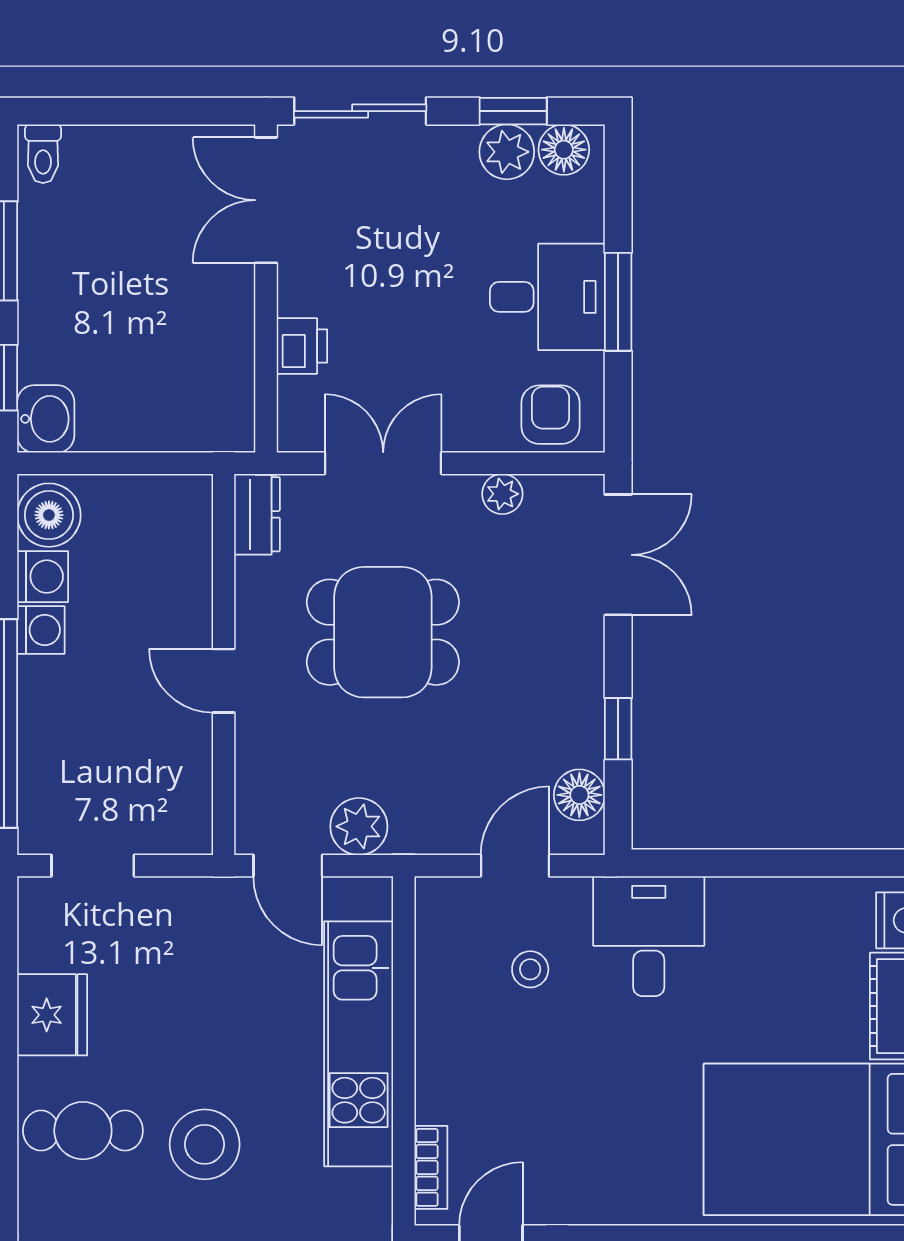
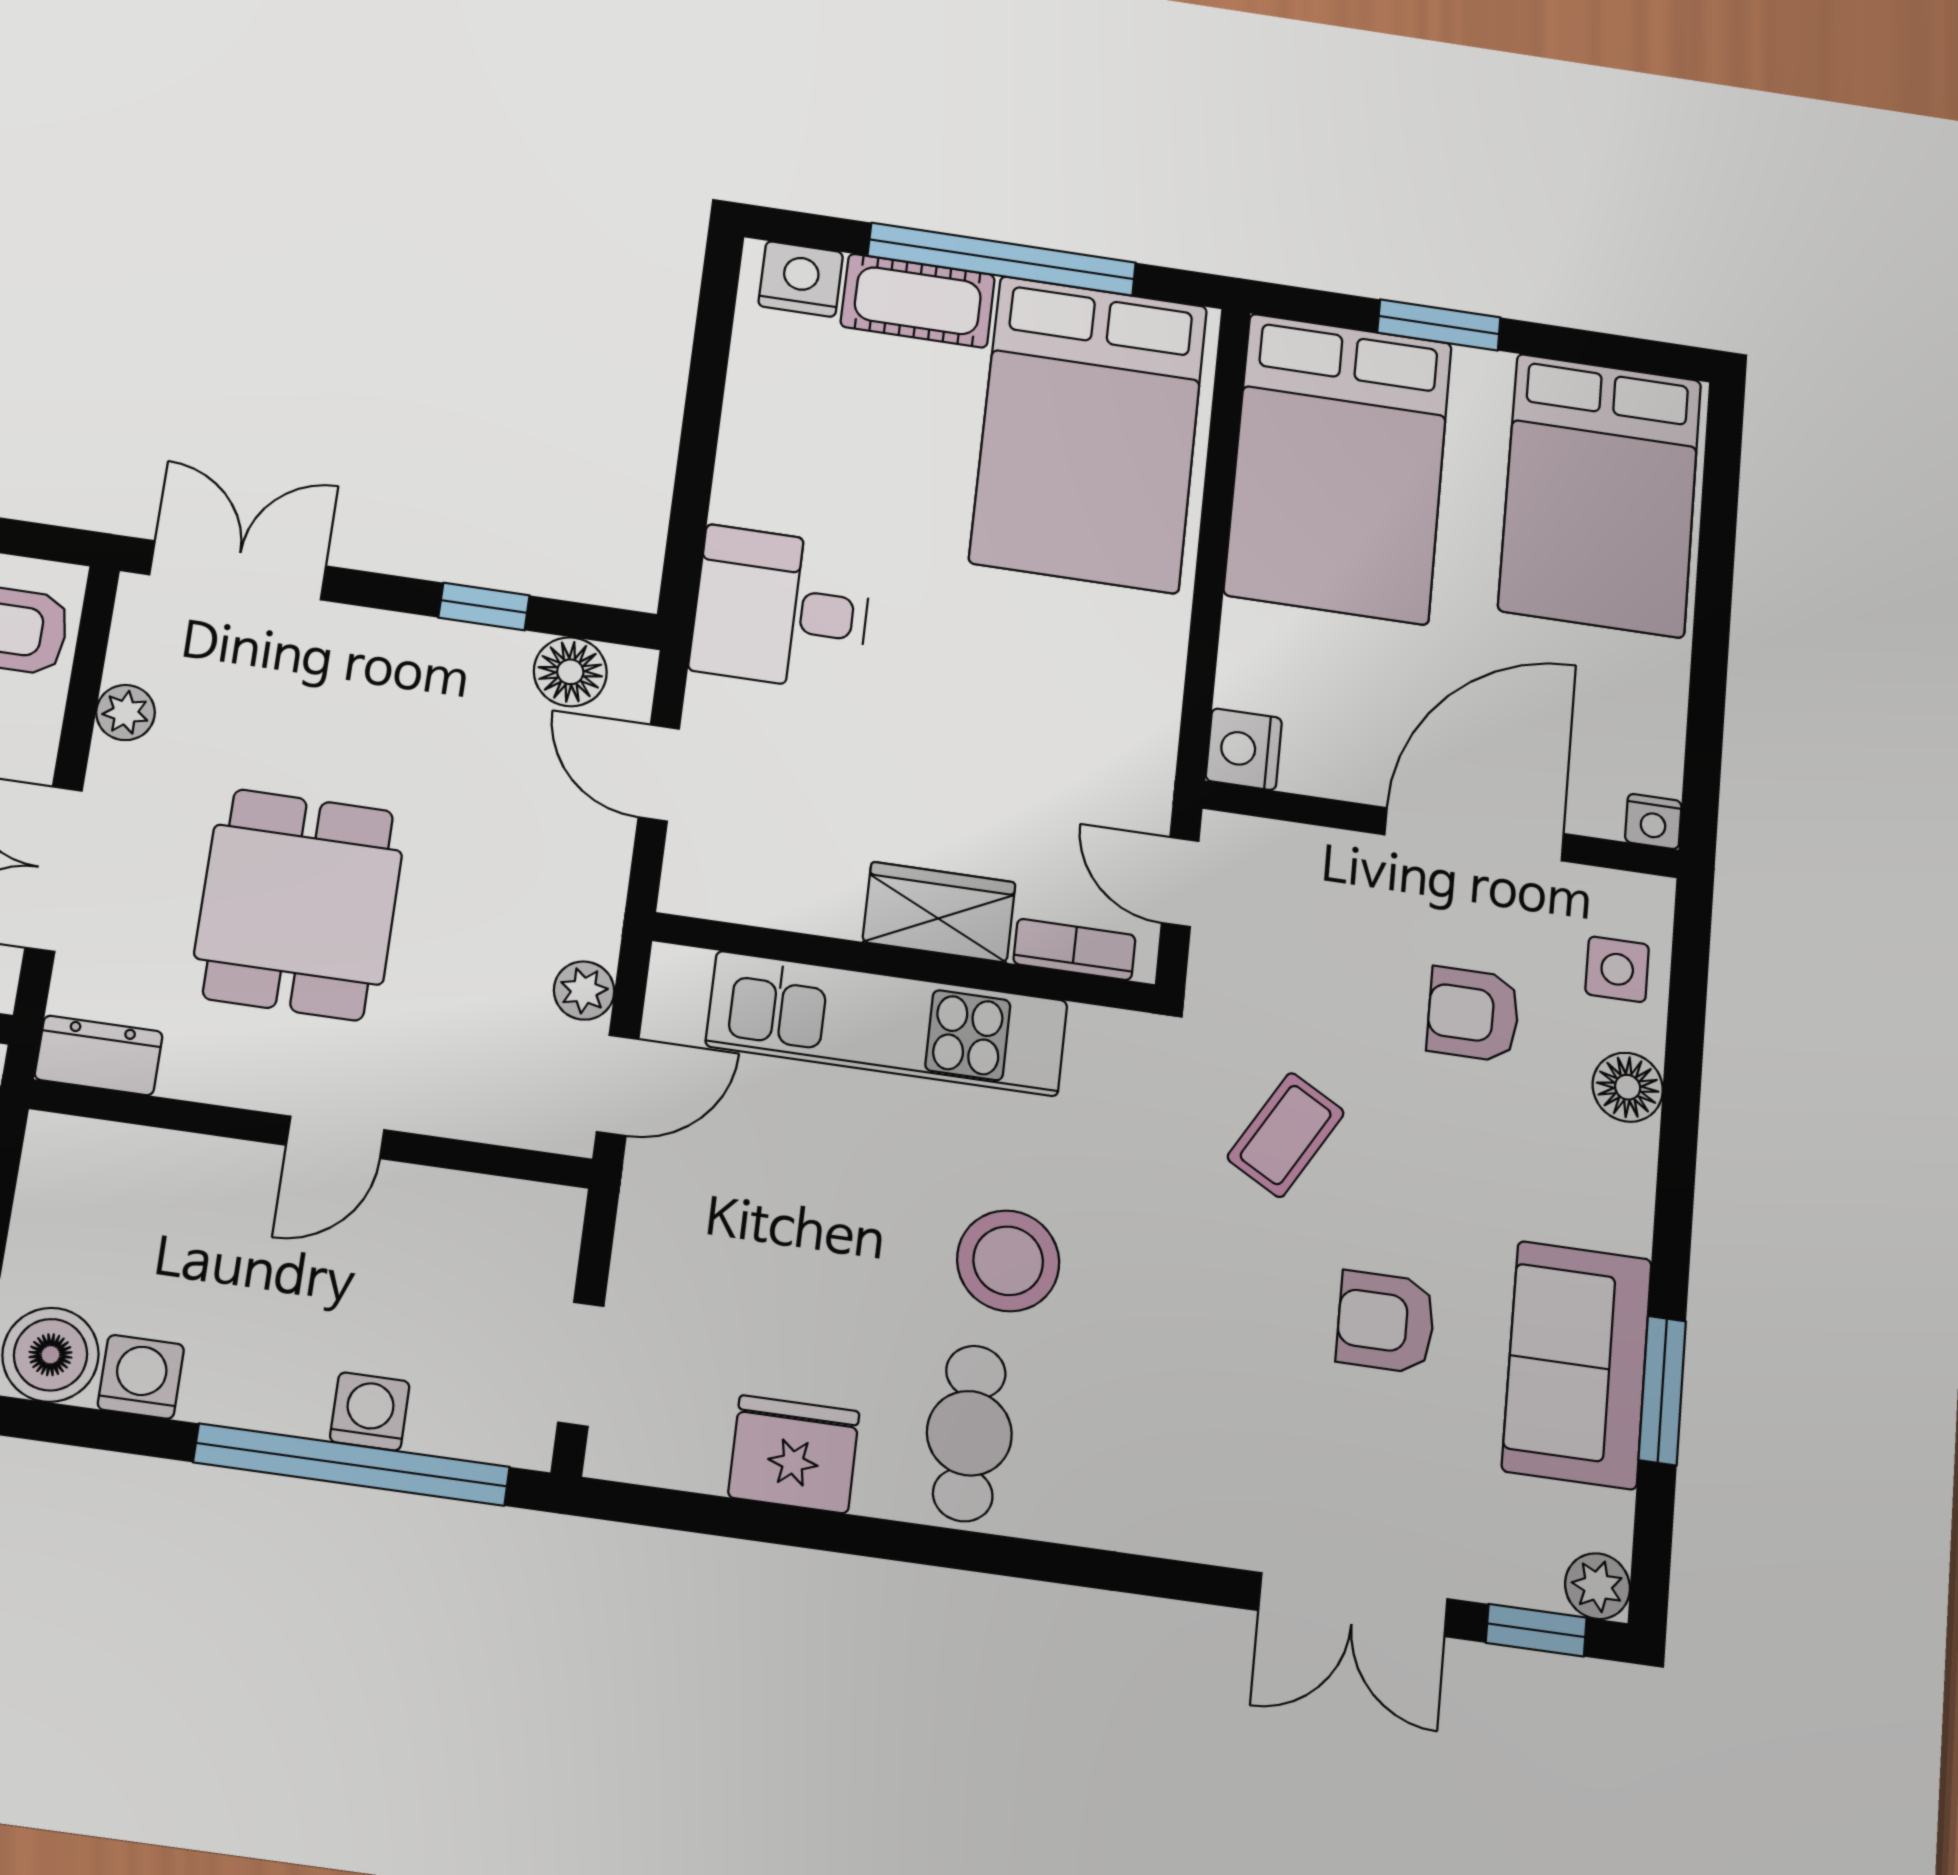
washing machine: (41, 630) -> (370, 1412), moved
plant: (359, 826) -> (584, 991), width x0.73, depth x0.73
stool: (530, 969) -> (809, 774), removed
wardrobe: (444, 1071) -> (939, 912), added

